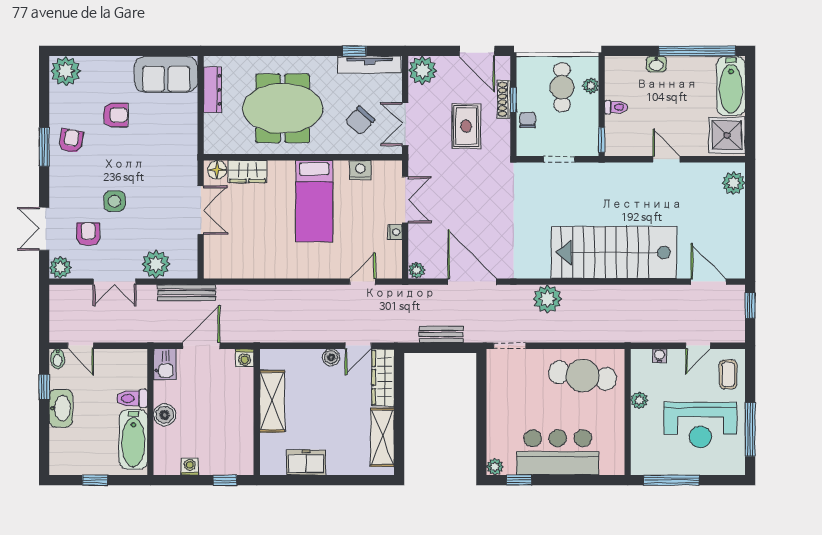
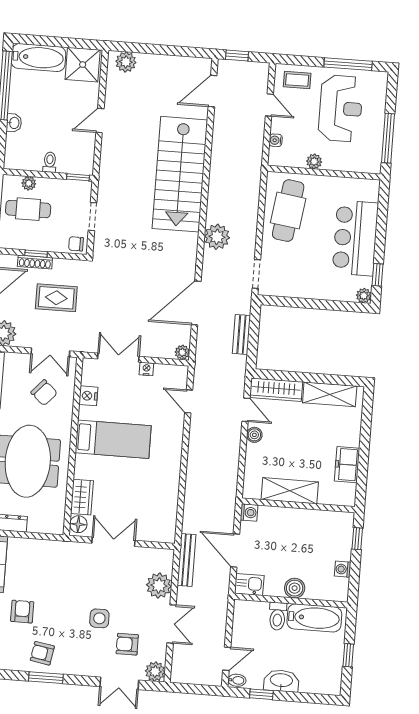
chair: (528, 120) -> (76, 244), moved

